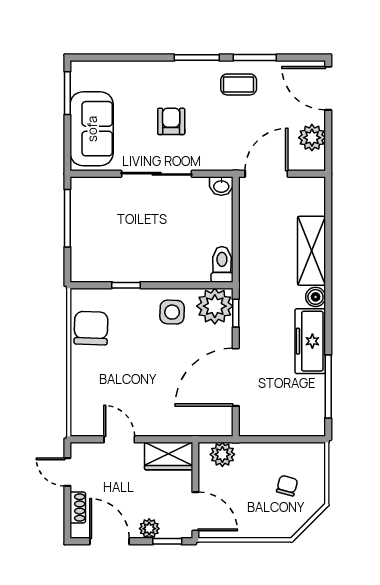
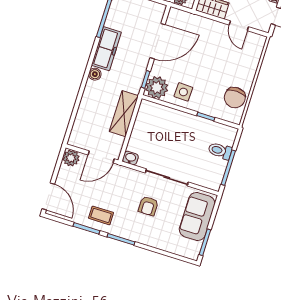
plant: (312, 138) -> (71, 158), moved
shelving: (312, 251) -> (124, 114), moved
toilet: (222, 264) -> (220, 151), moved, turned 90

